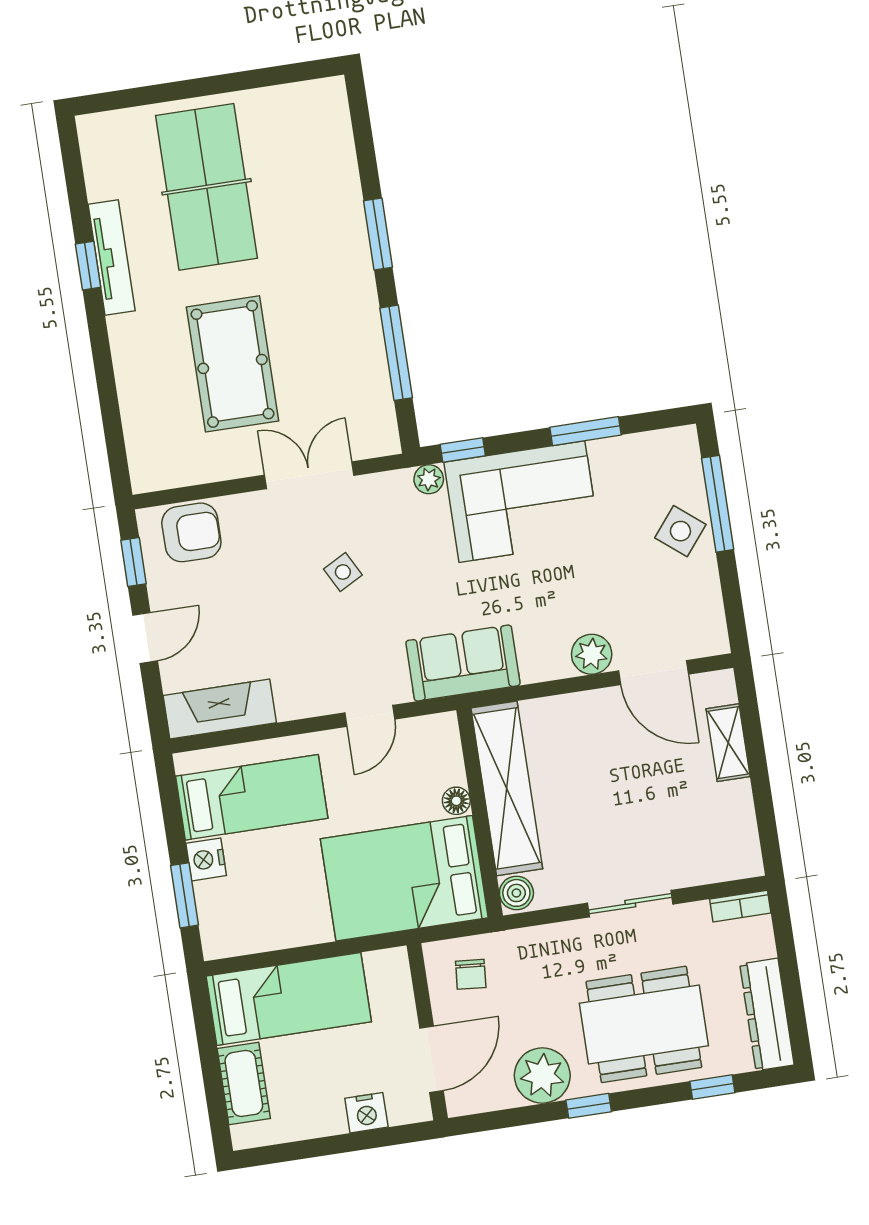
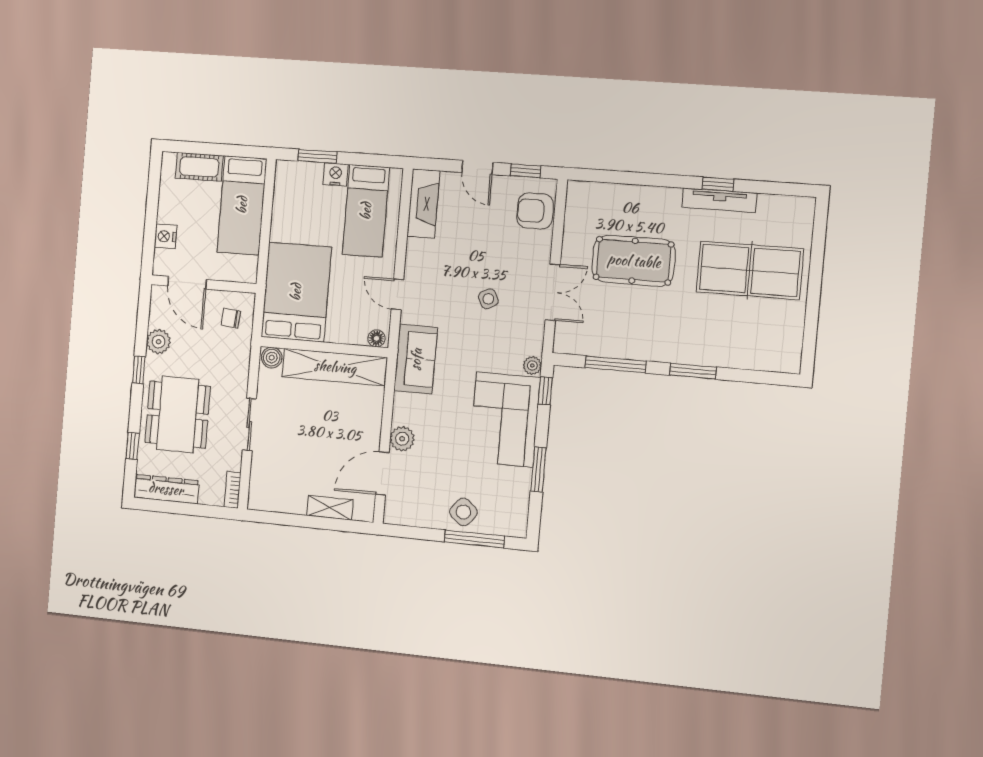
armchair: (191, 532) -> (535, 211), turned 90
floor lamp: (456, 801) -> (376, 338), moved
plant: (542, 1076) -> (159, 342), width x0.73, depth x0.73

